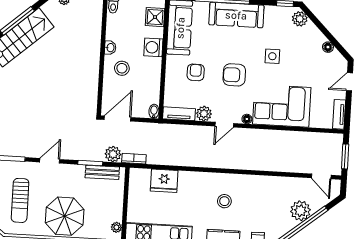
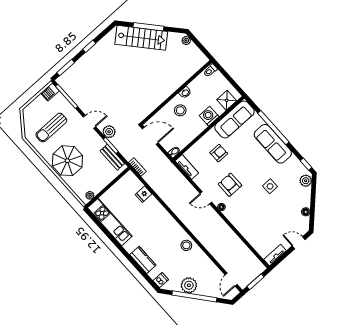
armchair: (234, 75) -> (230, 185), moved
corner sofa: (282, 106) -> (248, 219), removed
plant: (204, 114) -> (201, 181), removed
plant: (113, 154) -> (109, 132), moved
fridge: (164, 181) -> (143, 194), width x0.53, depth x0.75
stool: (224, 201) -> (186, 245), moved
plant: (300, 211) -> (189, 285), moved

